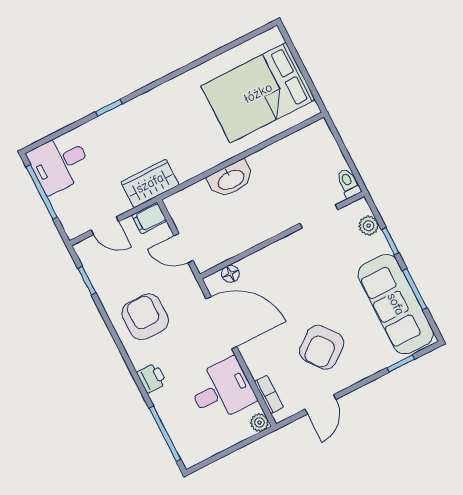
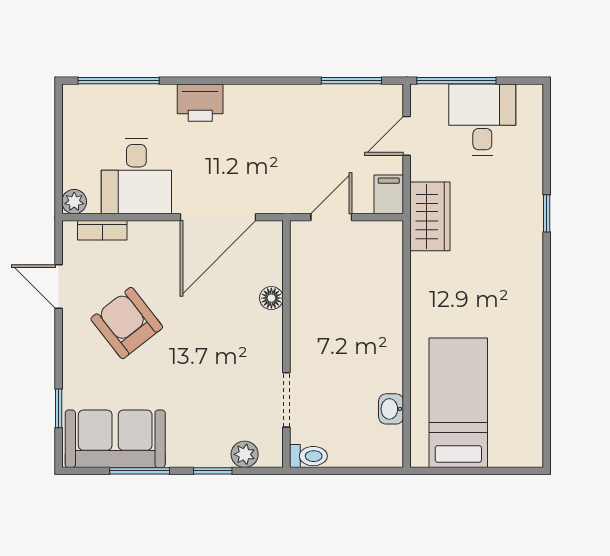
bed: (258, 93) -> (458, 403), width x0.67
desk: (59, 163) -> (482, 120), moved
washbasin: (231, 179) -> (391, 409), moved, width x0.52, depth x0.69
window: (42, 192) -> (456, 81), moved
floor lamp: (231, 274) -> (271, 298), moved
window: (87, 281) -> (351, 81), width x1.50
sofa: (396, 304) -> (115, 439), width x0.73
armchair: (145, 317) -> (272, 129), removed
printer: (152, 378) -> (200, 103), width x1.36, depth x1.24

